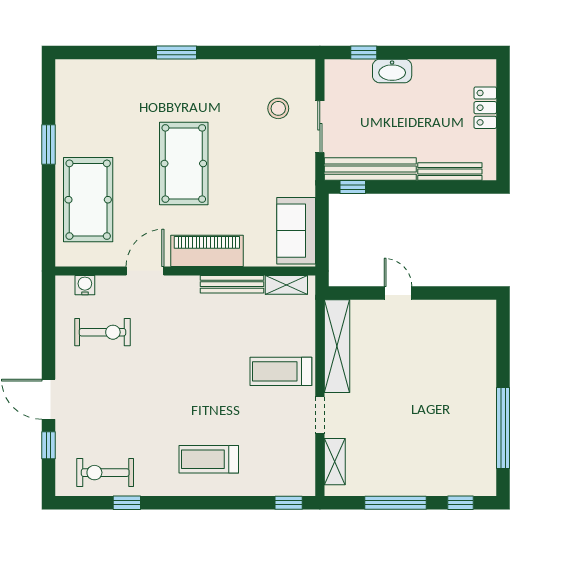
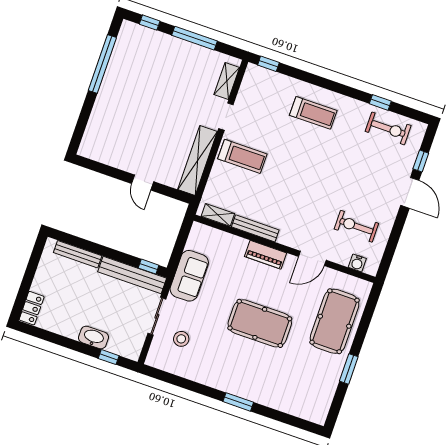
locker: (485, 108) -> (32, 308), moved
pool table: (184, 164) -> (260, 323), turned 90
sofa: (296, 231) -> (189, 276), moved
piano: (207, 251) -> (266, 255), width x0.73, depth x0.75

